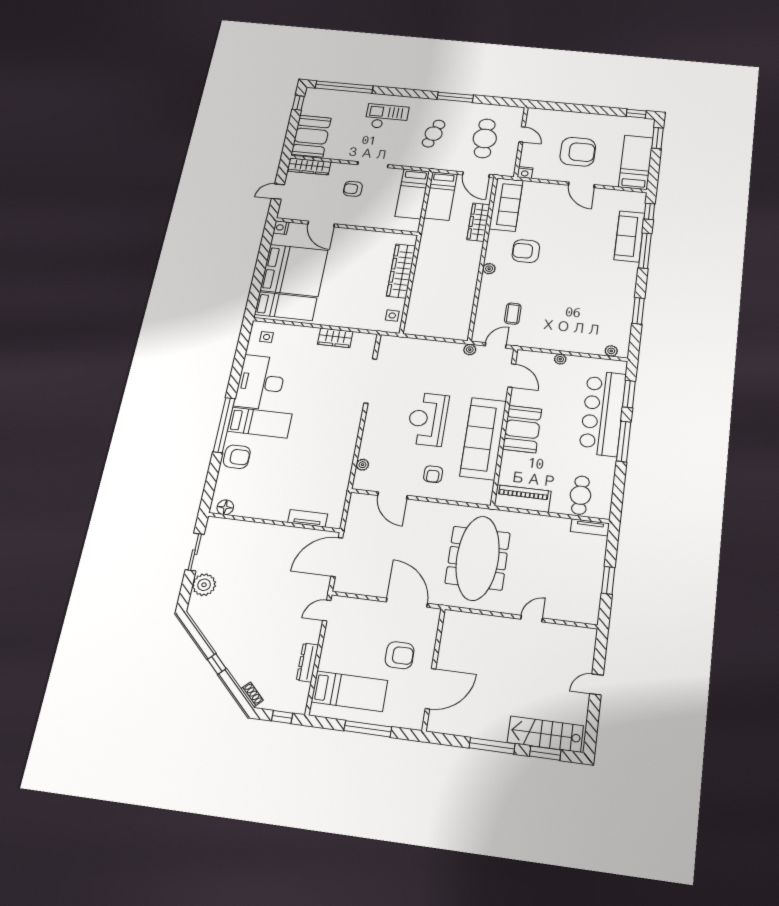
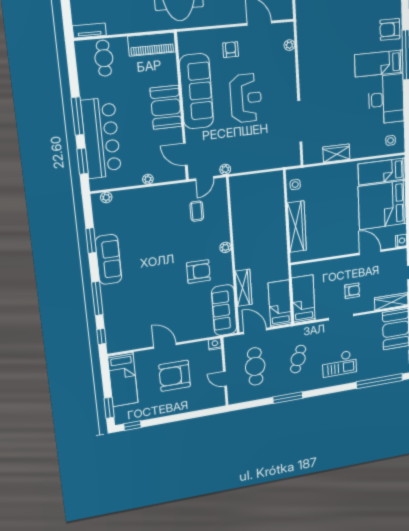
sofa: (629, 236) -> (109, 259), moved

